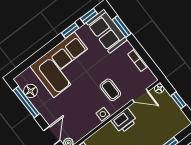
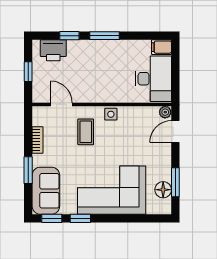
window: (122, 26) -> (28, 170), moved
floor lamp: (159, 88) -> (38, 97), removed
window: (26, 102) -> (175, 182), width x0.69
printer: (124, 121) -> (53, 50), moved, turned 180

